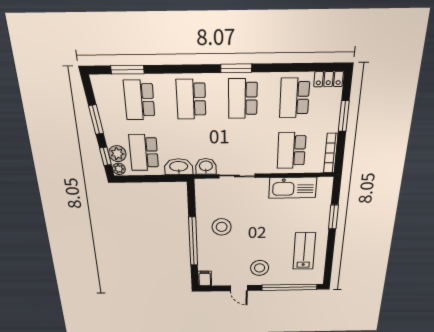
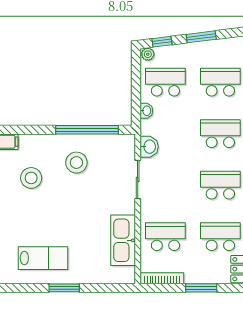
plant: (117, 154) -> (165, 54), removed
washbasin: (179, 167) -> (146, 111), width x0.52, depth x0.69
window: (333, 217) -> (64, 288), moved
window: (193, 241) -> (87, 130), moved
stool: (260, 268) -> (31, 178), moved

